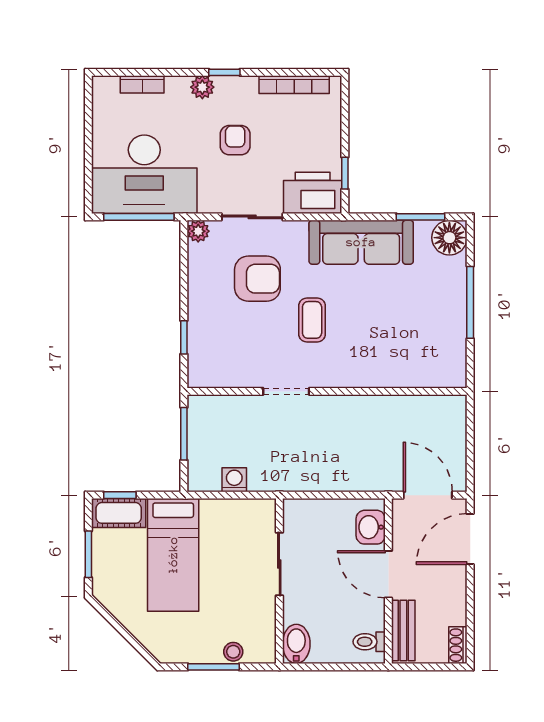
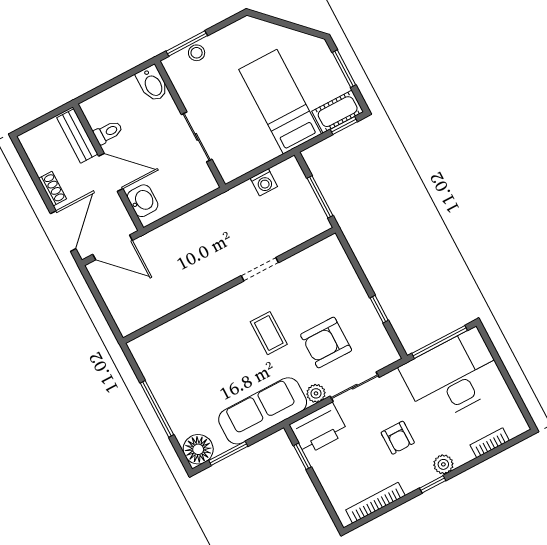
plant: (198, 231) -> (316, 393), moved
window: (184, 337) -> (379, 309), moved
toilet: (369, 642) -> (108, 132), moved
shoe rack: (458, 645) -> (53, 189), moved
window: (214, 667) -> (187, 43), moved

